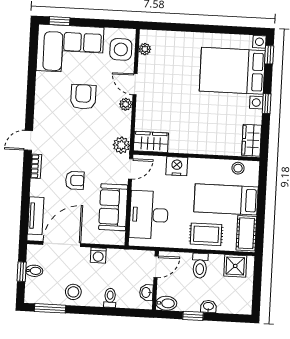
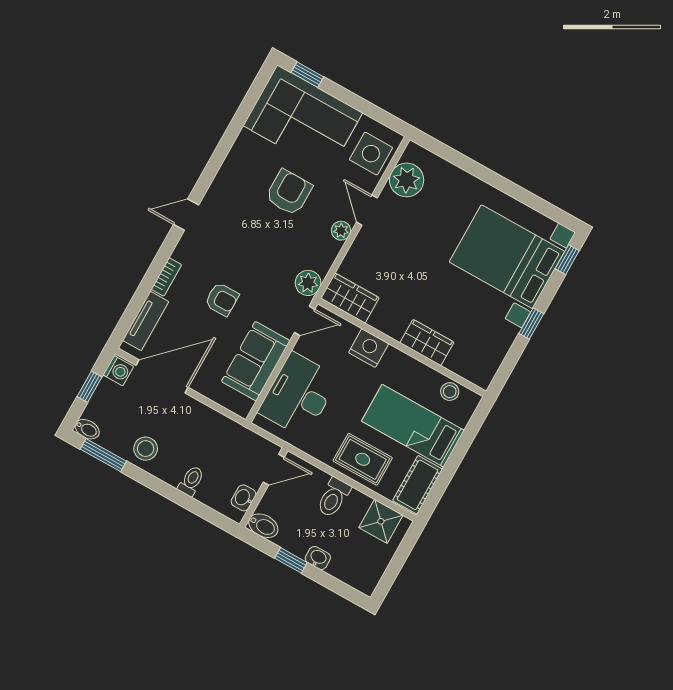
plant: (145, 49) -> (407, 180), width x1.88, depth x1.88
wardrobe: (252, 140) -> (427, 343), moved, turned 90
bookcase: (36, 166) -> (166, 277), moved
washing machine: (98, 255) -> (118, 371), moved, turned -90
bidet: (34, 271) -> (87, 429), moved

